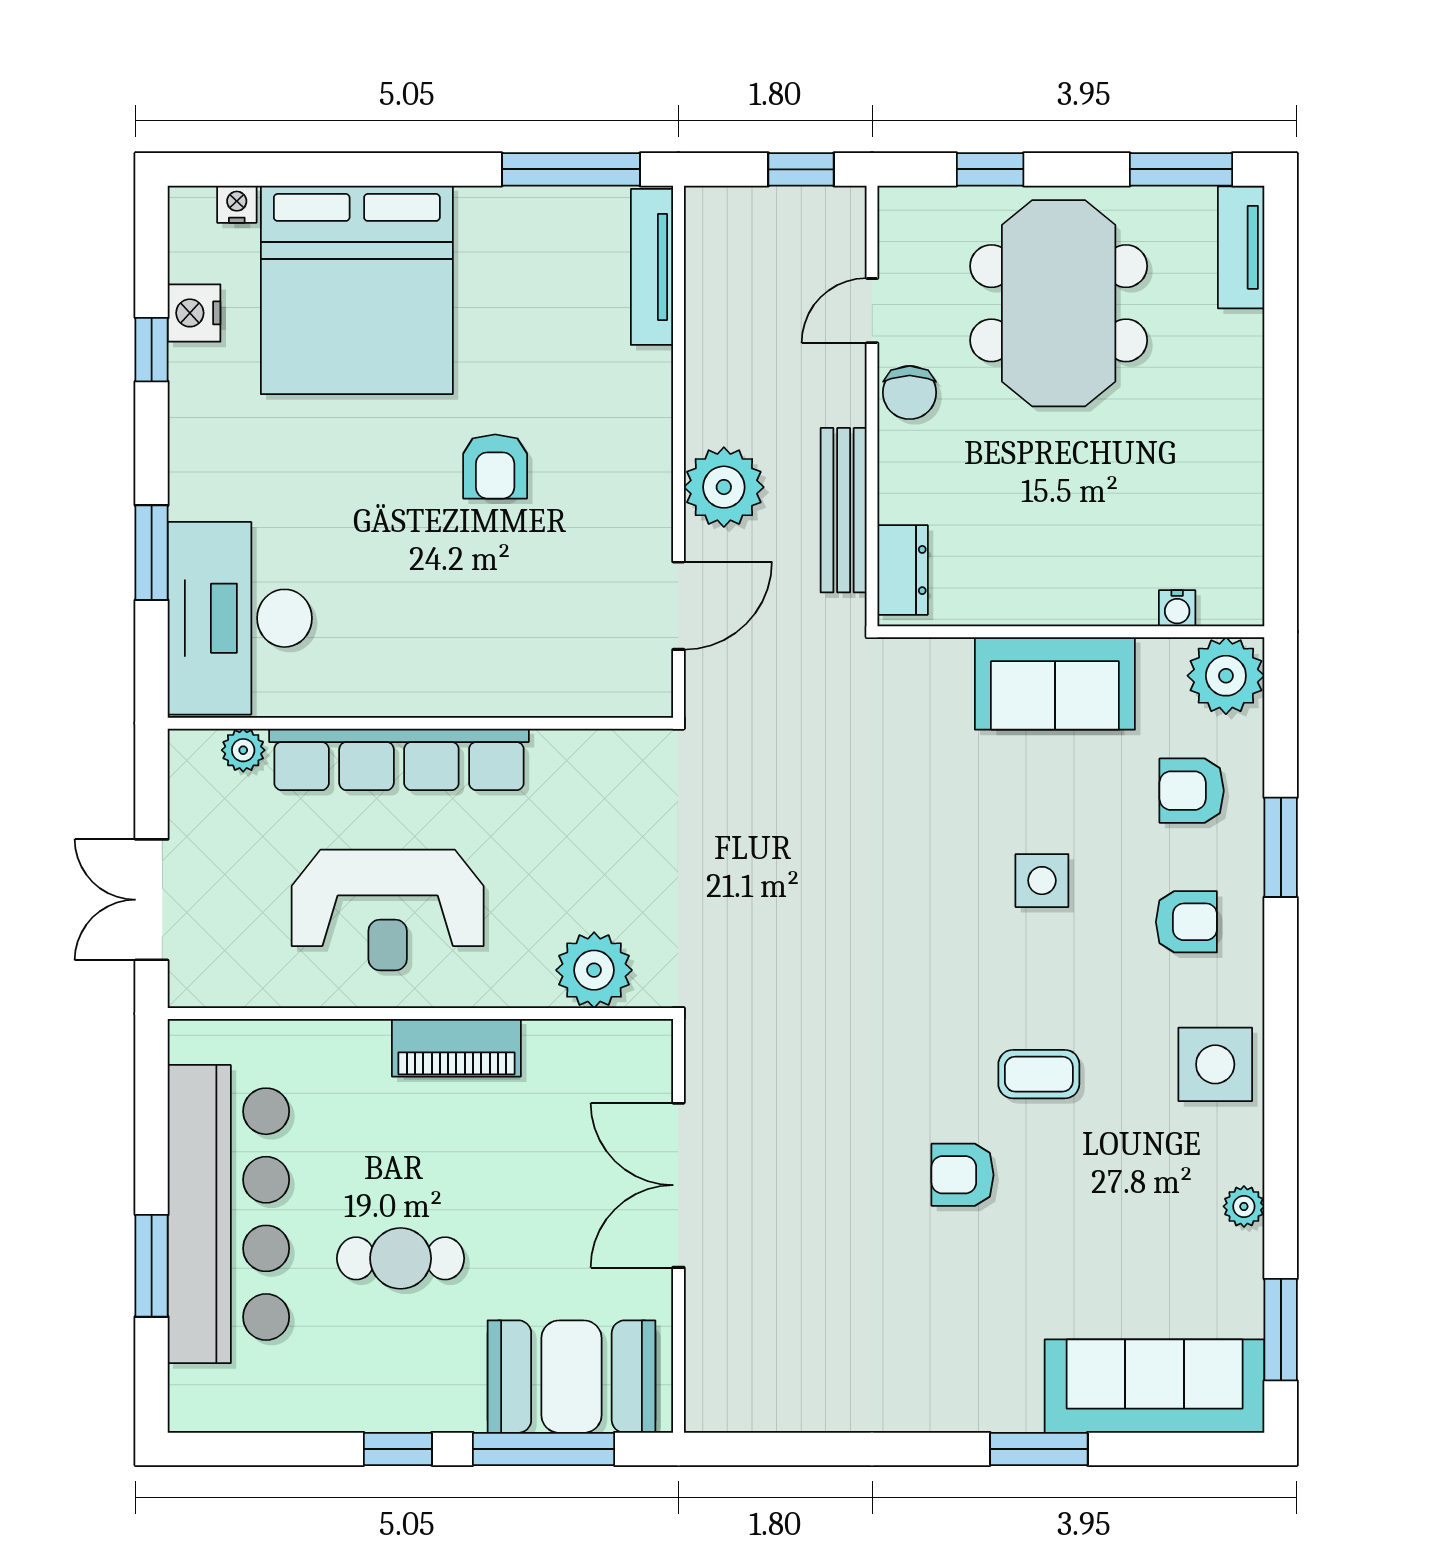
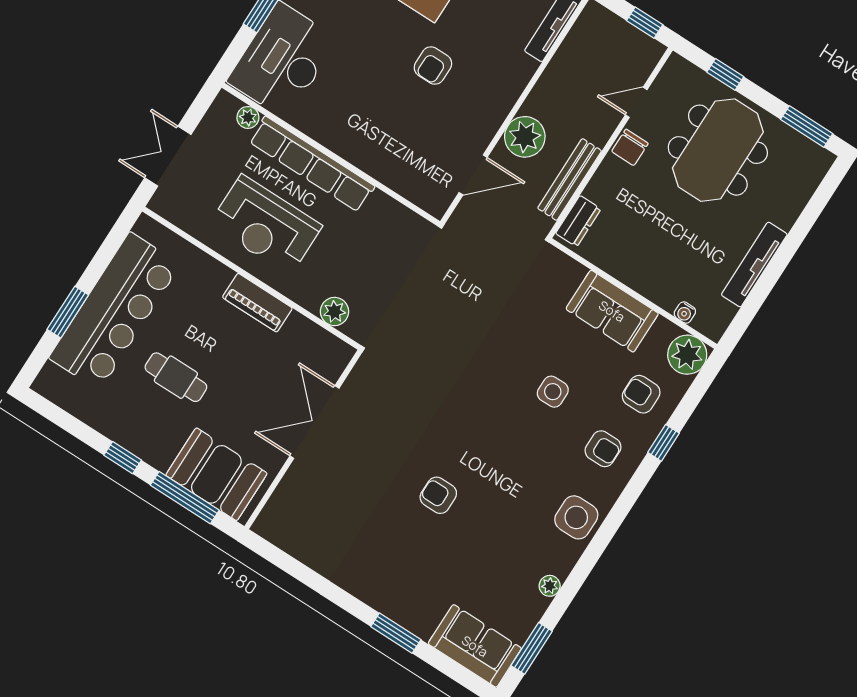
tv unit: (1241, 247) -> (754, 265), moved, width x1.41
window: (1281, 847) -> (664, 443), width x0.67
plant: (594, 970) -> (335, 312), width x0.73, depth x0.73
coffee table: (1039, 1074) -> (498, 473), removed
sofa: (1155, 1386) -> (475, 646), width x0.73

